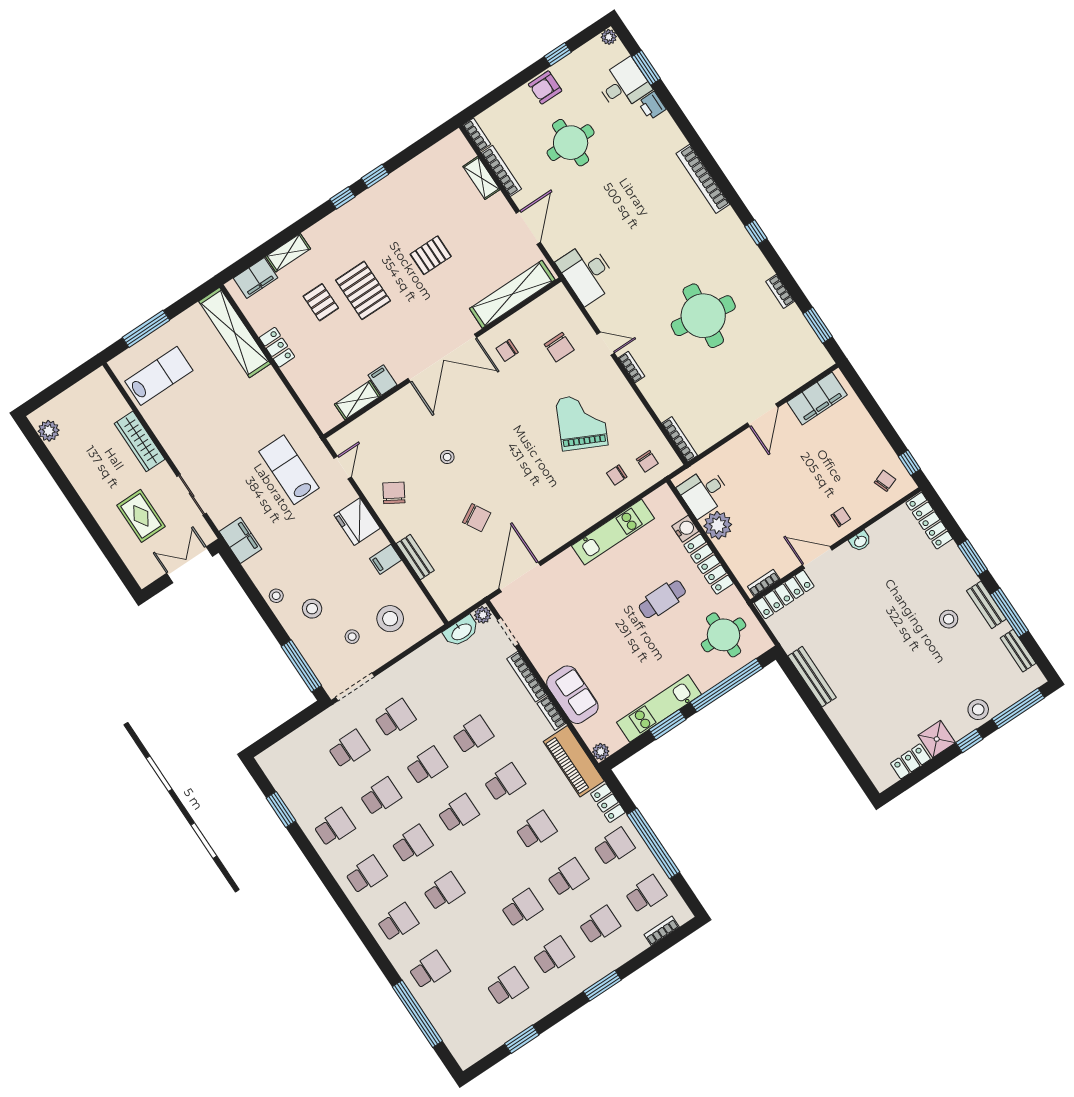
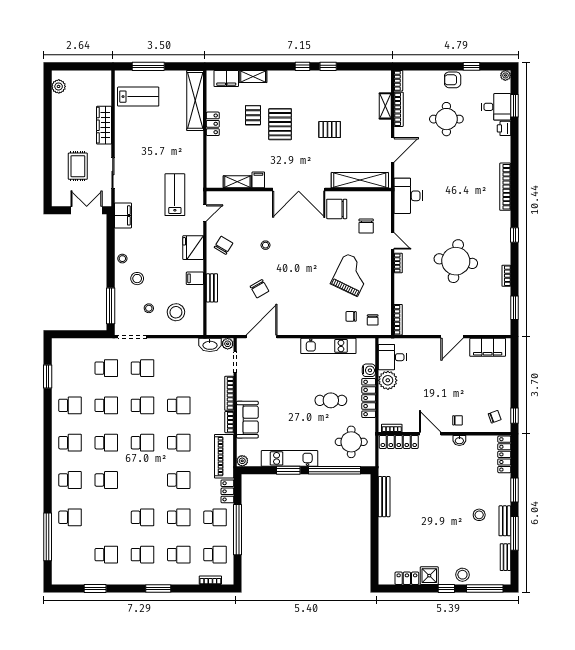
chair: (507, 350) -> (337, 209), width x1.87, depth x1.87

